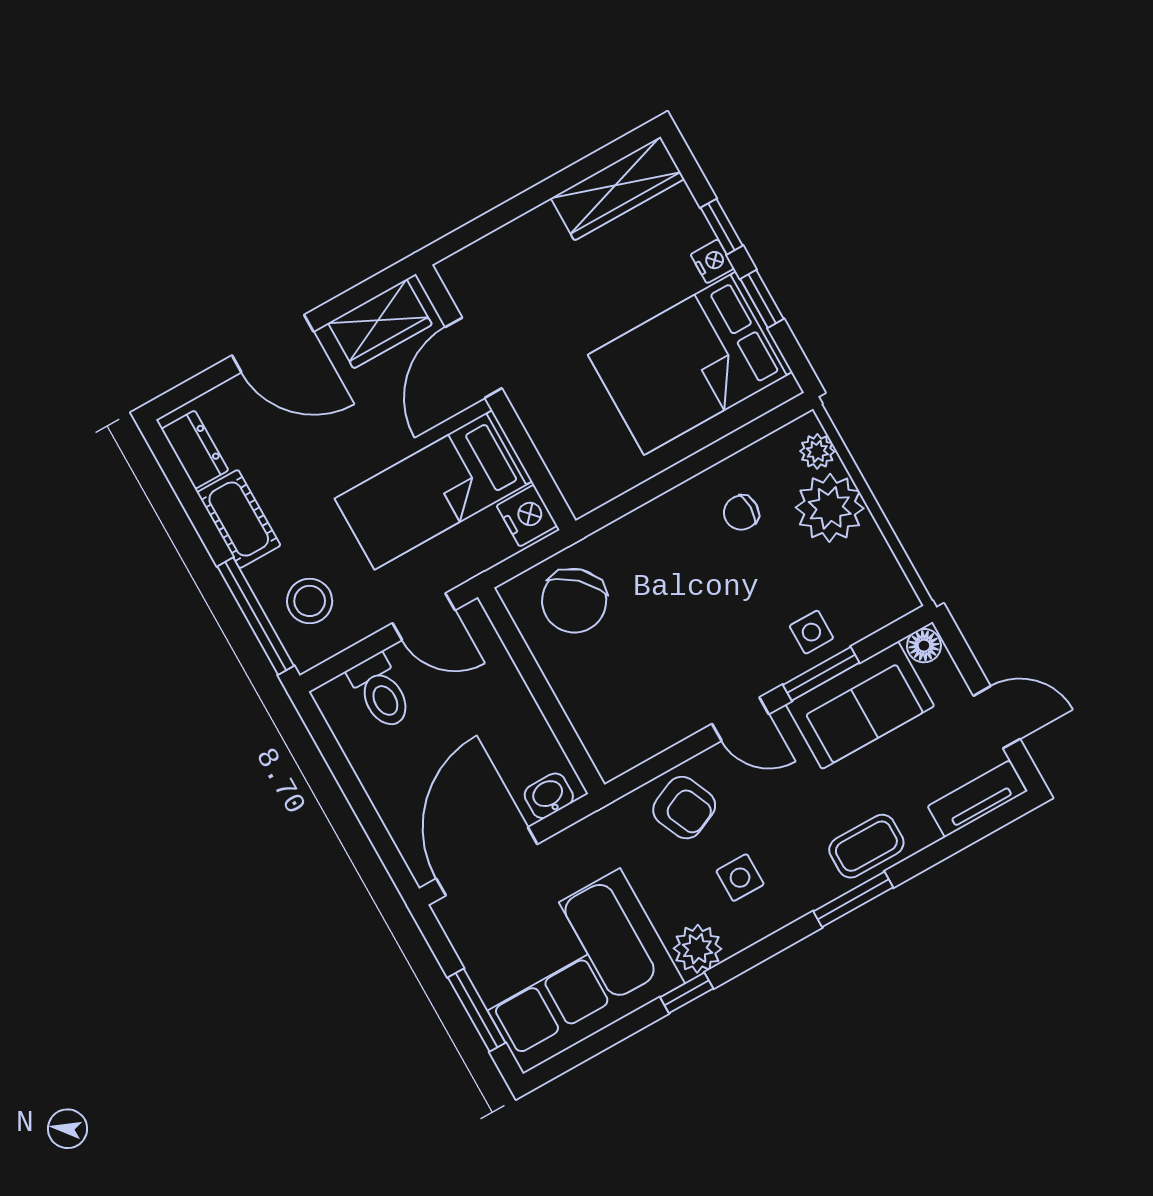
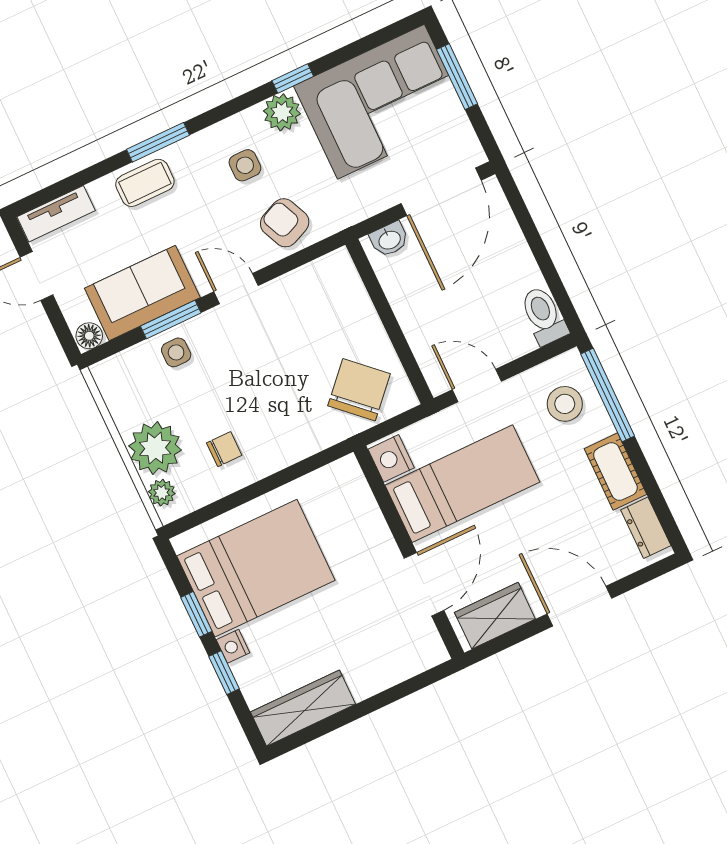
toilet: (381, 692) -> (544, 316), moved

